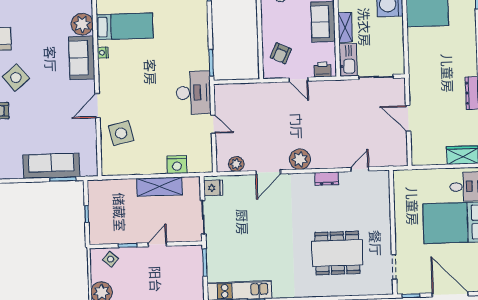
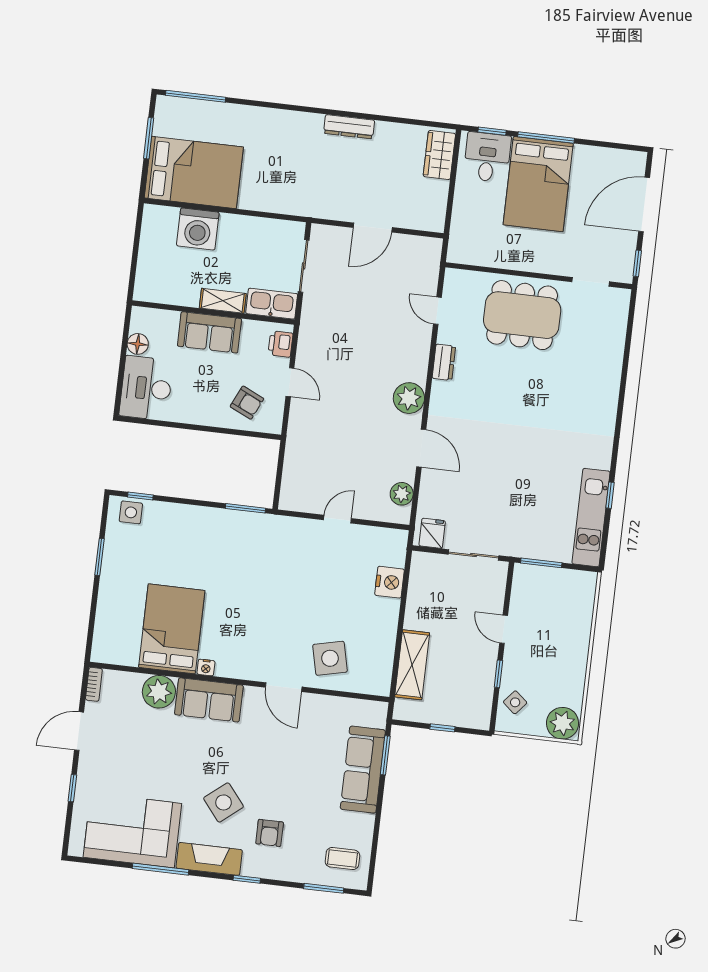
bed: (125, 26) -> (172, 629), width x1.50
door: (298, 80) -> (290, 382), hinge flipped
desk: (193, 93) -> (286, 541), removed
shelving: (159, 187) -> (412, 665), moved
dining table: (337, 253) -> (522, 315), moved, turned 90

